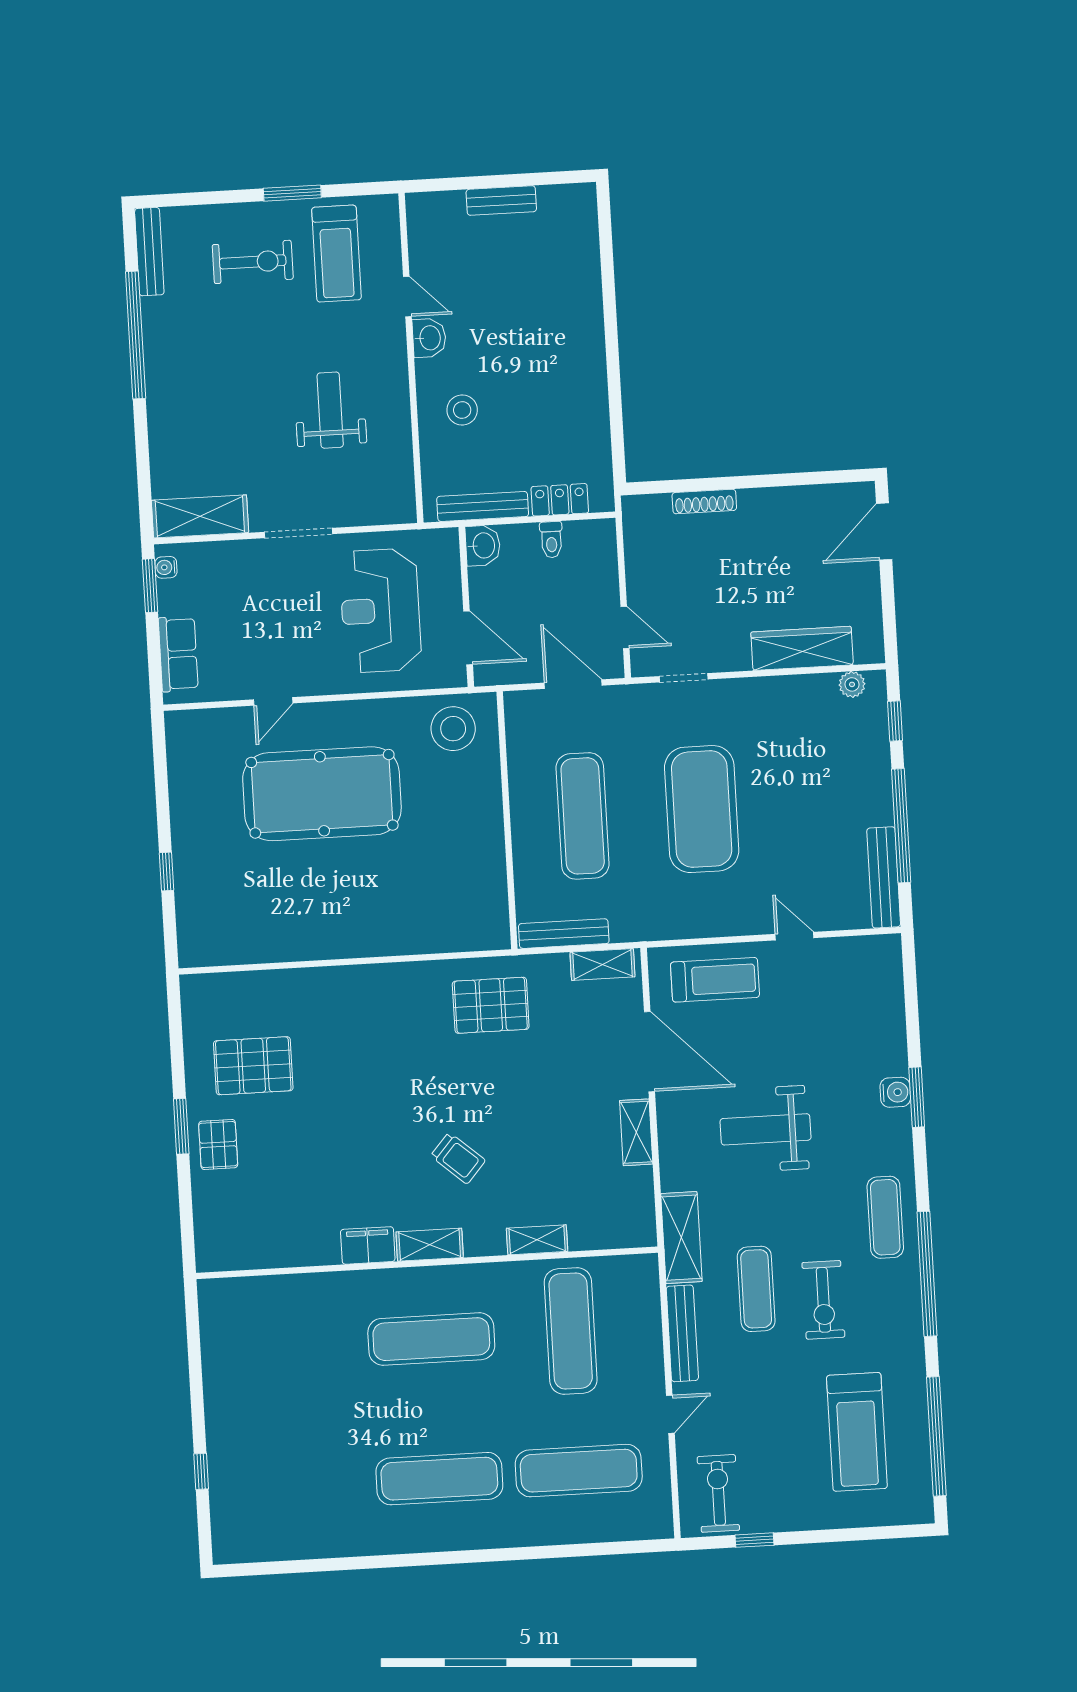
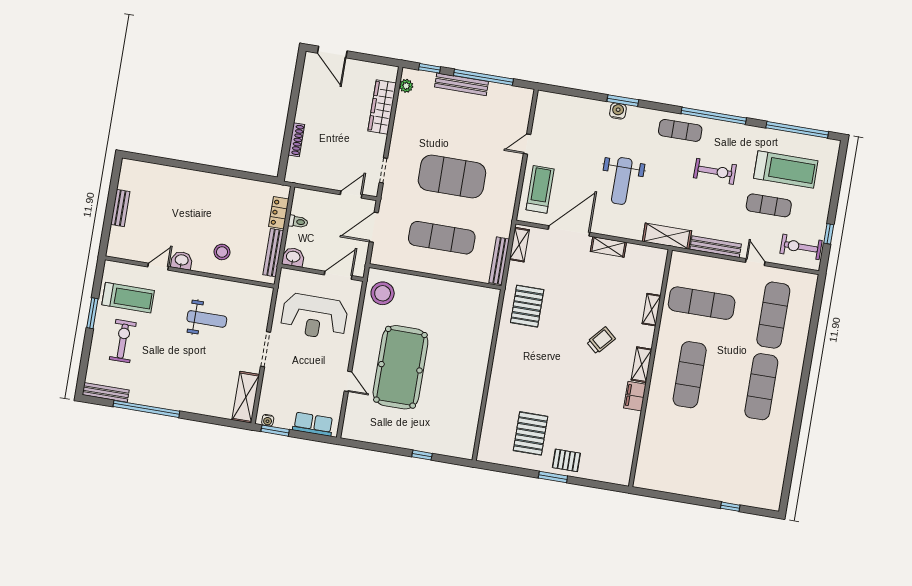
weight bench: (330, 410) -> (207, 319), turned 180
bench: (884, 877) -> (461, 84), moved
exercise mat: (756, 1289) -> (769, 205), moved

